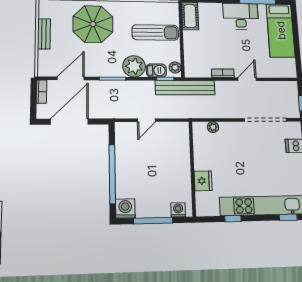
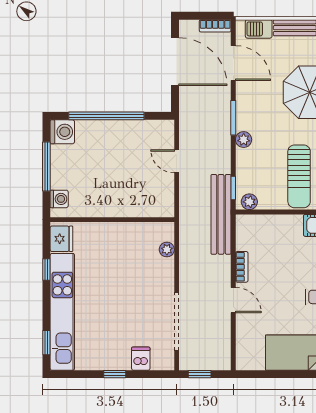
plant: (134, 66) -> (244, 140), width x0.53, depth x0.53
barbecue: (156, 70) -> (259, 29), moved, turned 90
fridge: (203, 181) -> (61, 239), moved, turned -90

